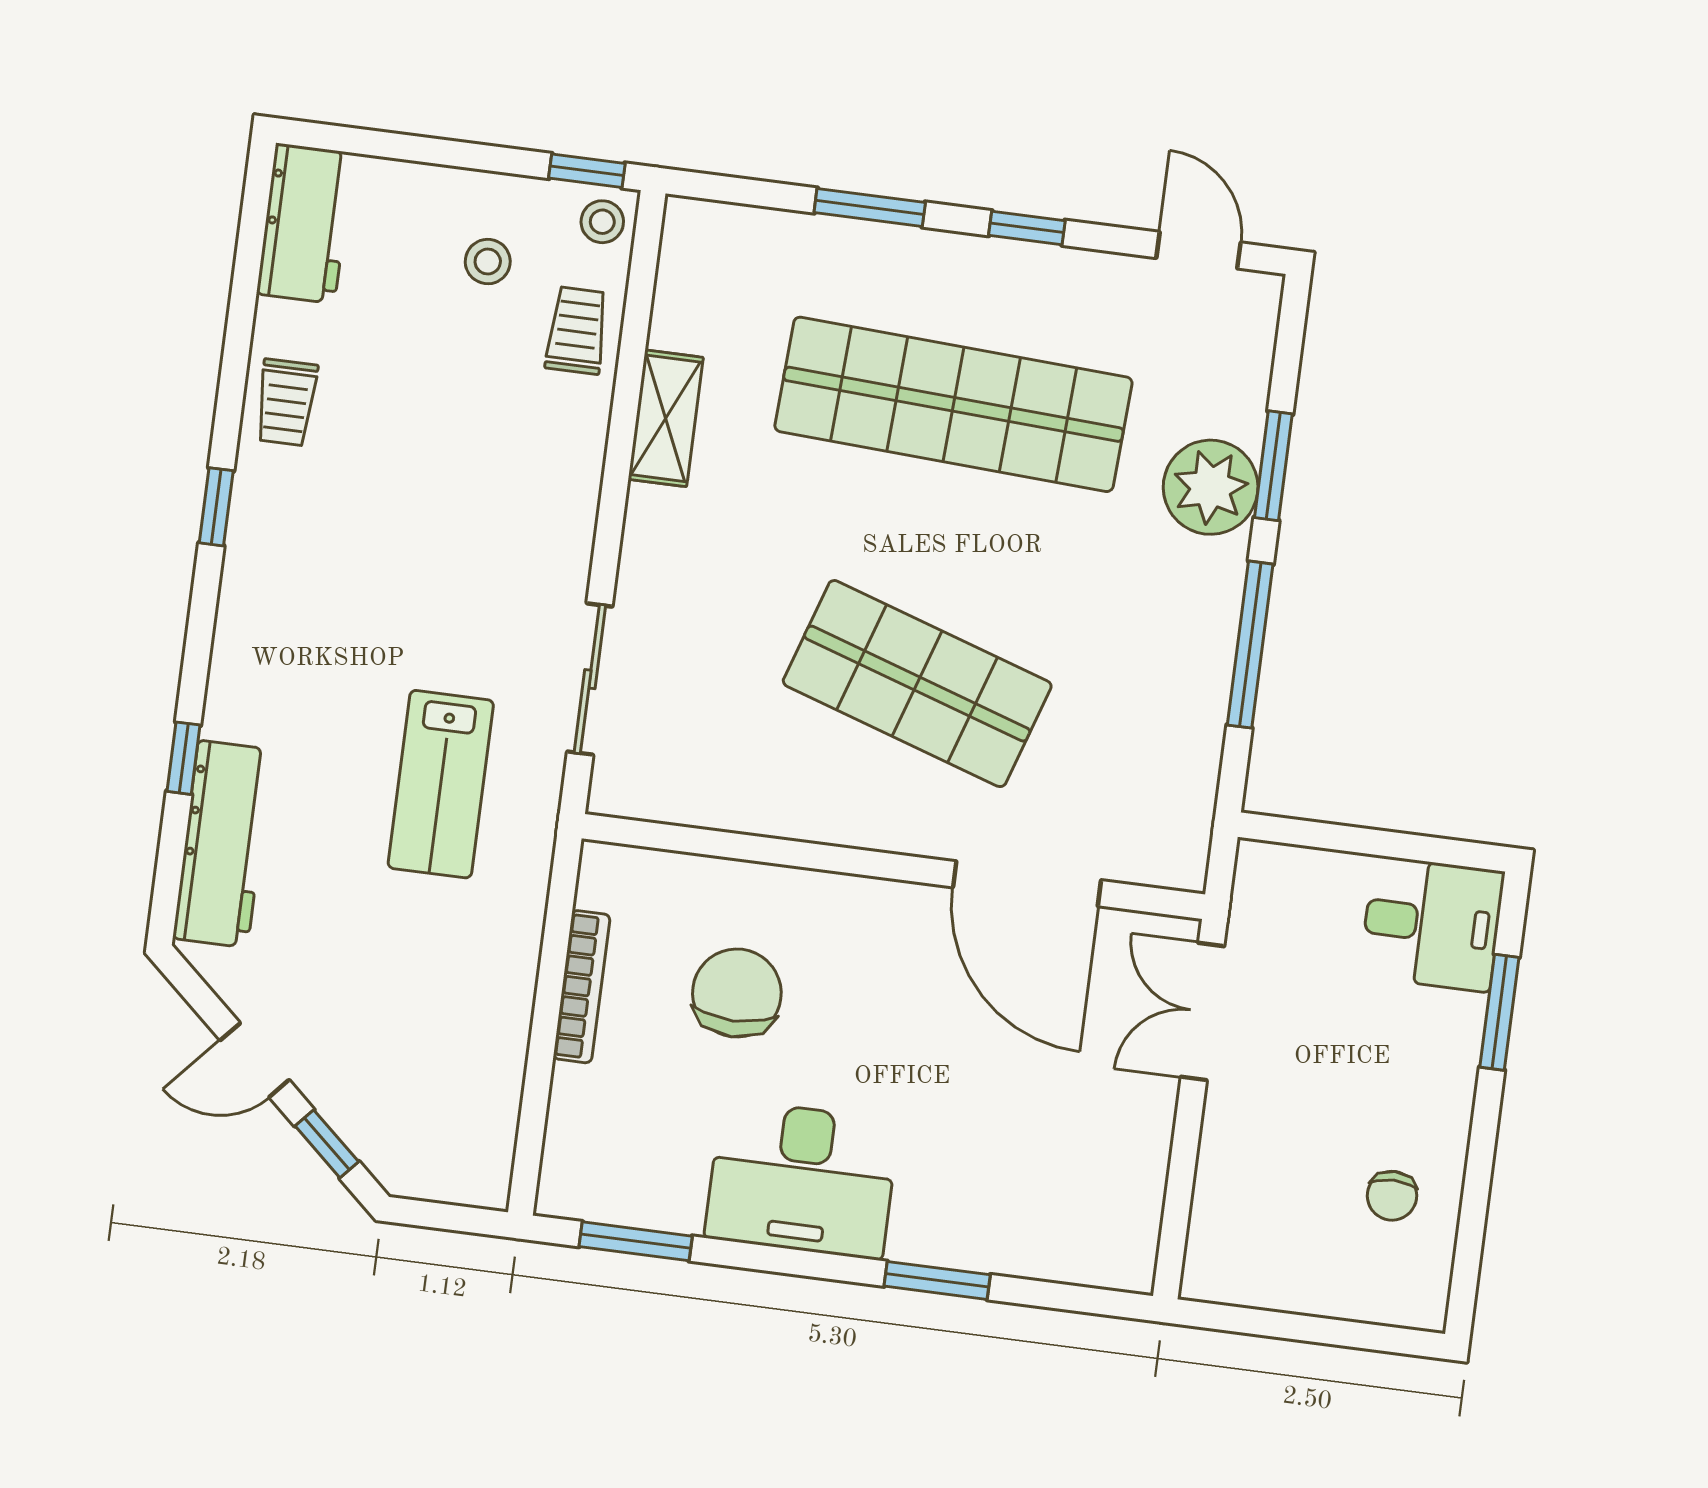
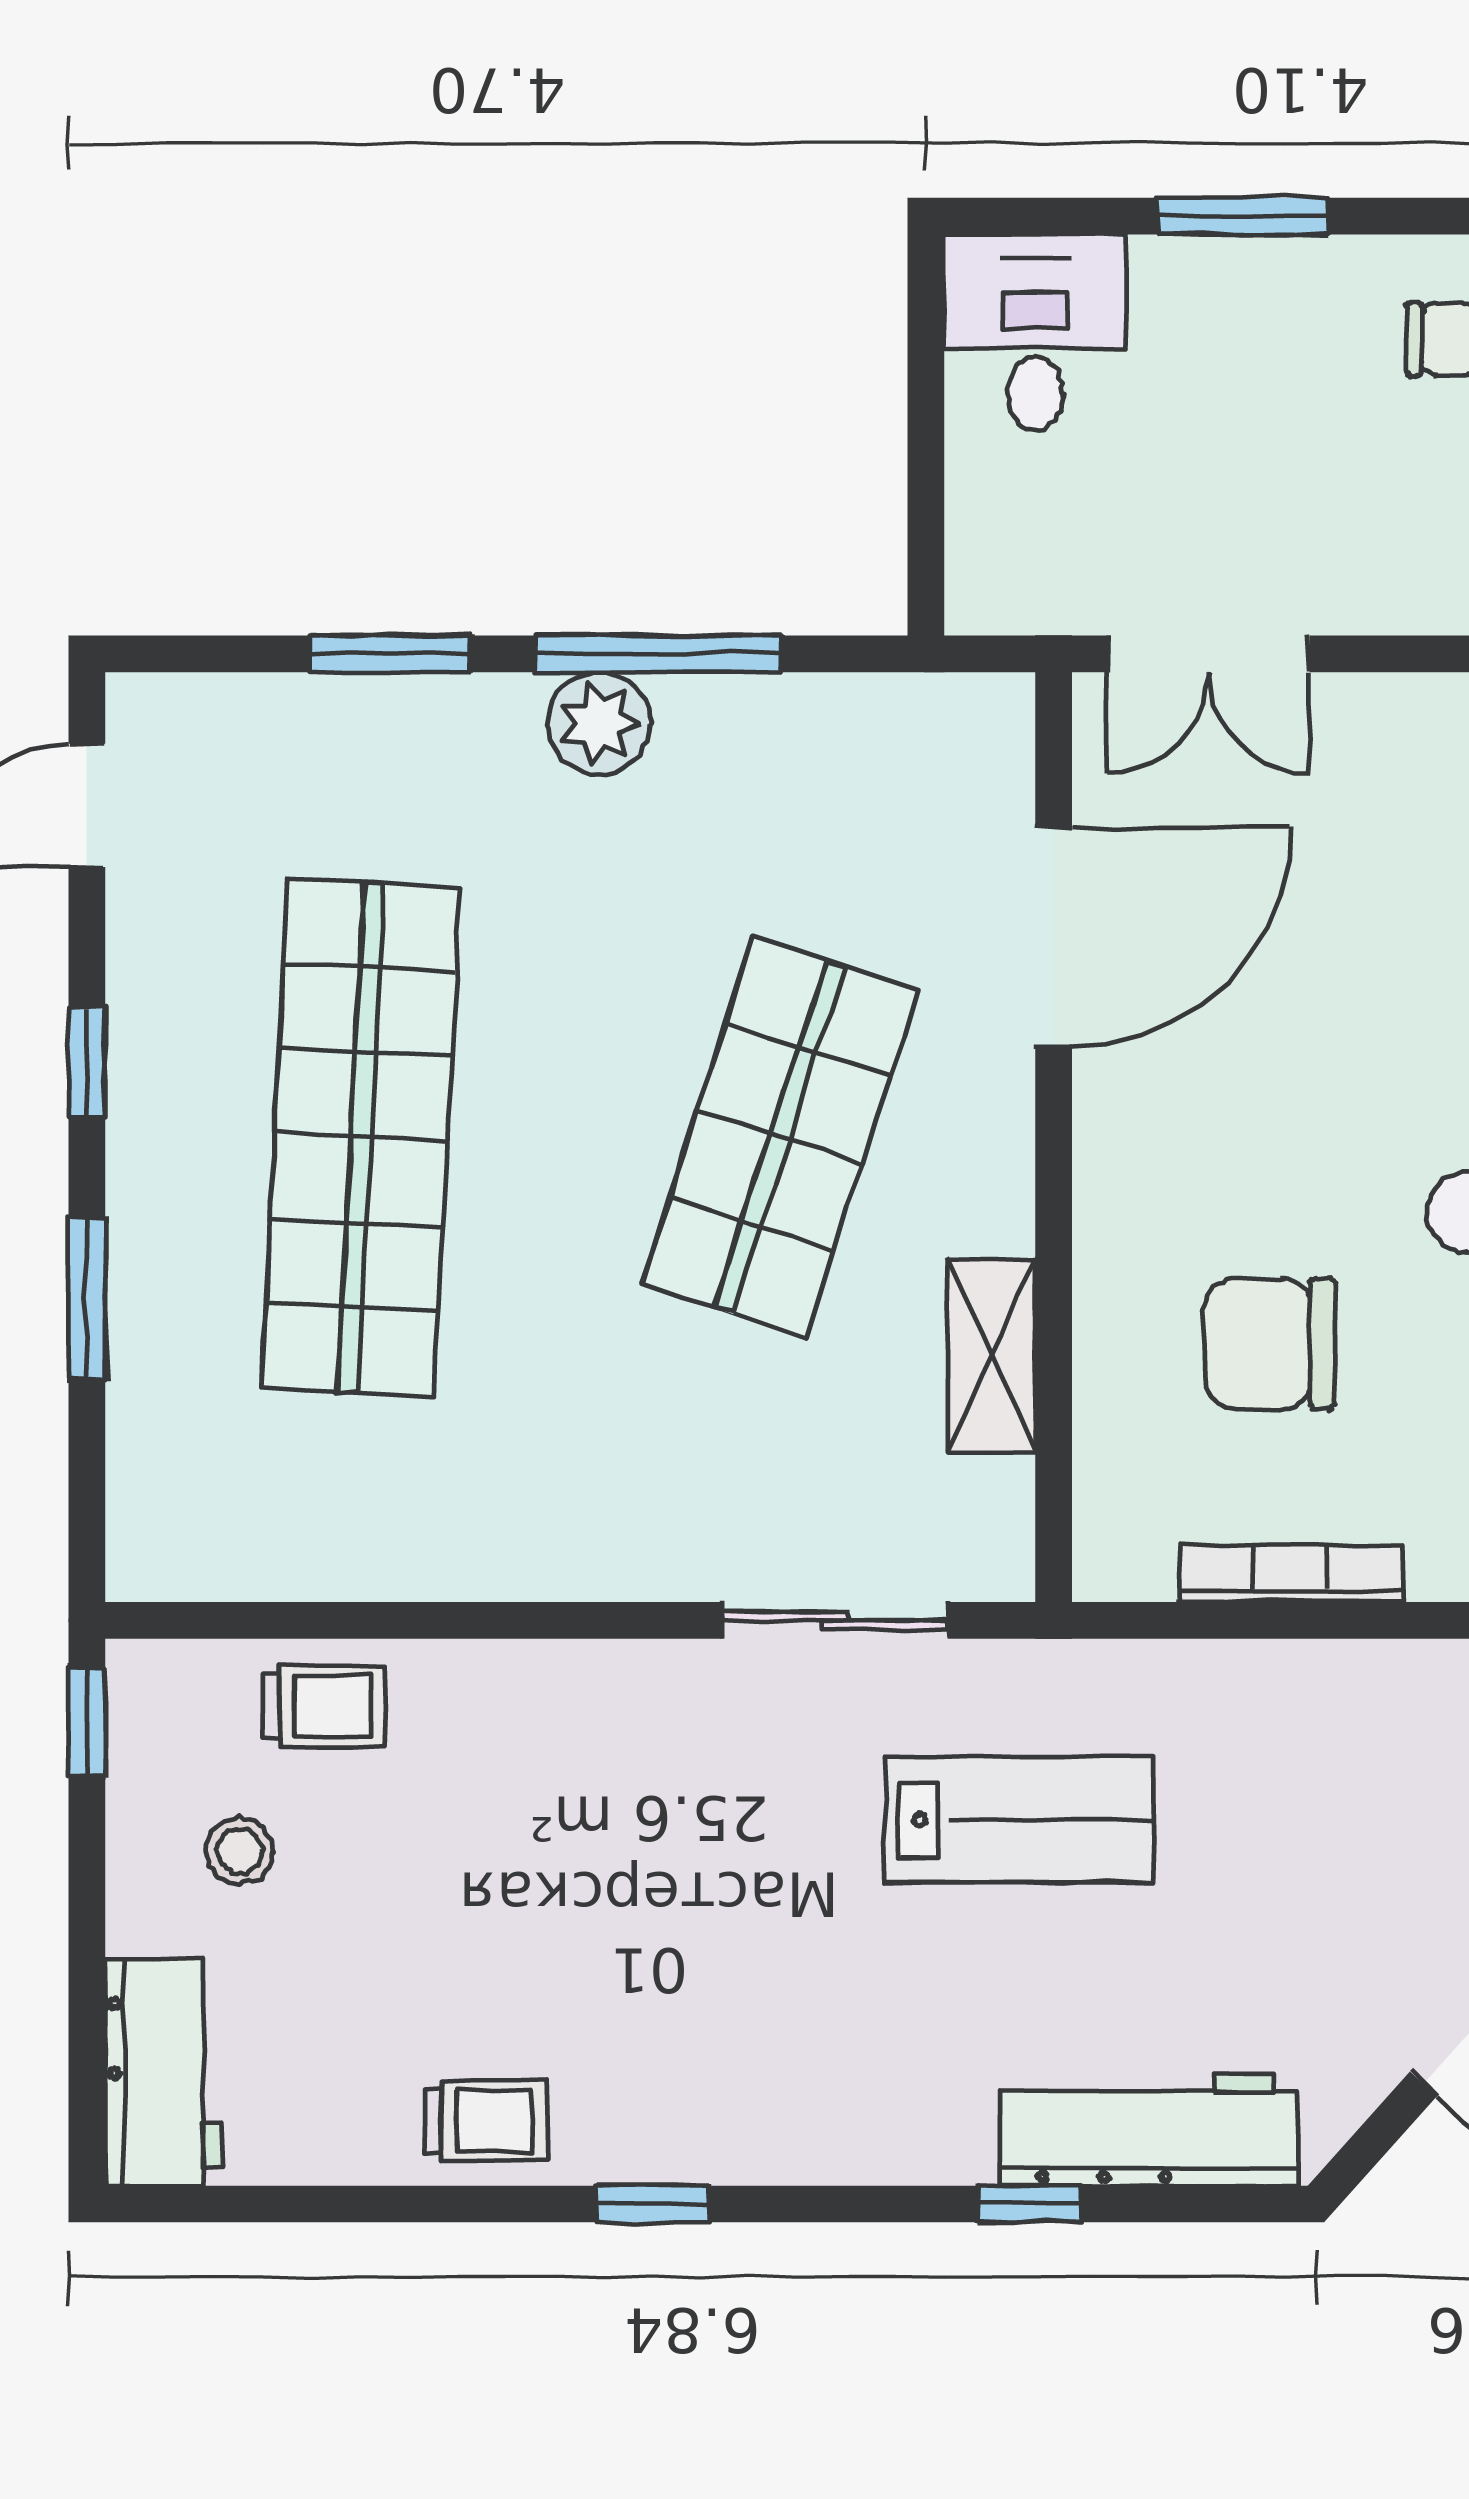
stool: (602, 222) -> (159, 1690), removed
workbench: (305, 223) -> (164, 2072), moved, turned 90
trolley: (577, 330) -> (324, 1706), turned 180
shelving: (666, 418) -> (992, 1355), moved, turned 90
plant: (1211, 487) -> (599, 724), moved, width x0.73, depth x0.73
window: (1499, 1012) -> (1243, 216), moved

